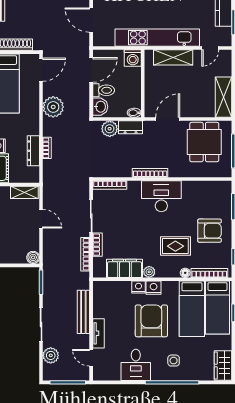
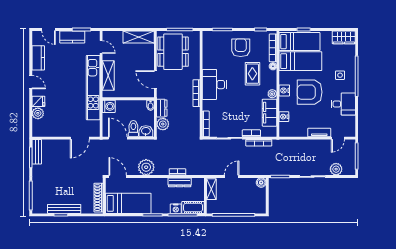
dining table: (204, 142) -> (173, 52), width x1.38
nightstand: (138, 287) -> (284, 117), moved
bench: (83, 312) -> (303, 144), removed

